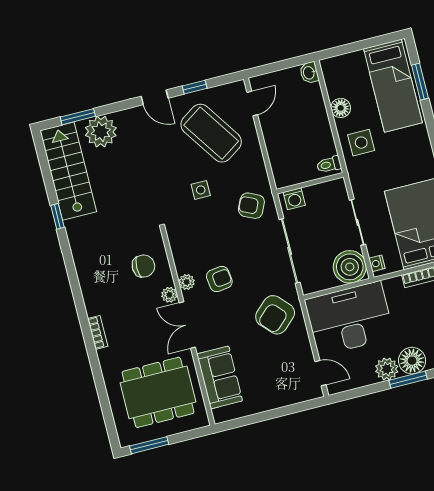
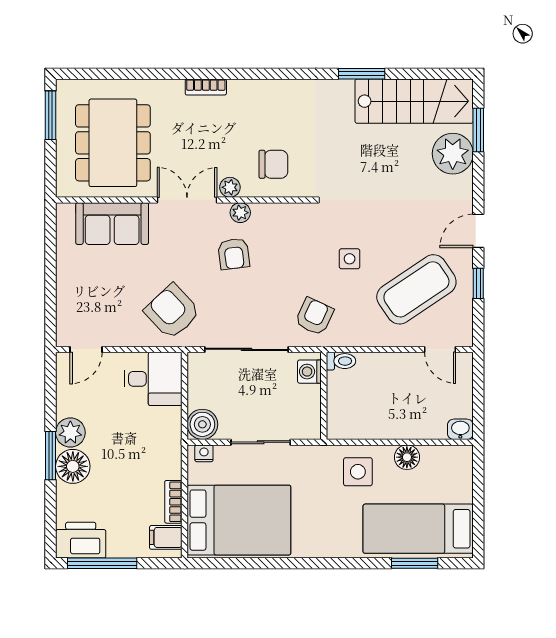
toilet: (329, 165) -> (341, 361), moved, turned 90
window: (57, 216) -> (362, 74), width x1.50
chair: (143, 266) -> (273, 164), turned -90
boiler: (350, 267) -> (202, 424), width x0.73, depth x0.73
desk: (349, 318) -> (153, 379), width x0.53, depth x0.77

